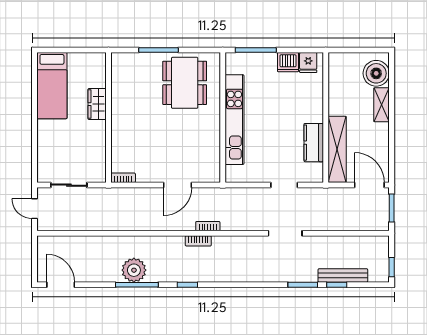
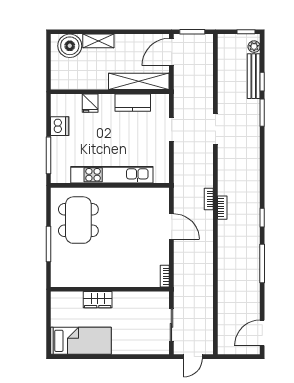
fridge: (308, 62) -> (90, 103), moved, turned 90
dining table: (185, 83) -> (78, 220), turned 90
plant: (134, 270) -> (254, 47), moved, width x0.53, depth x0.53

